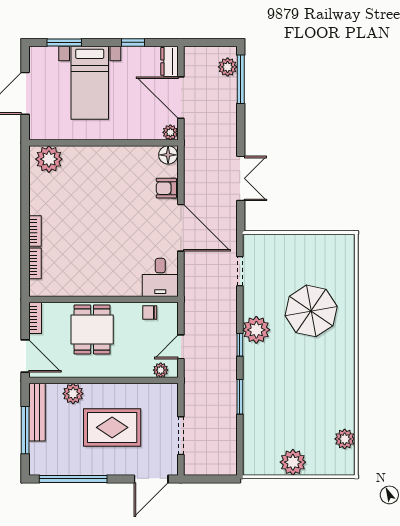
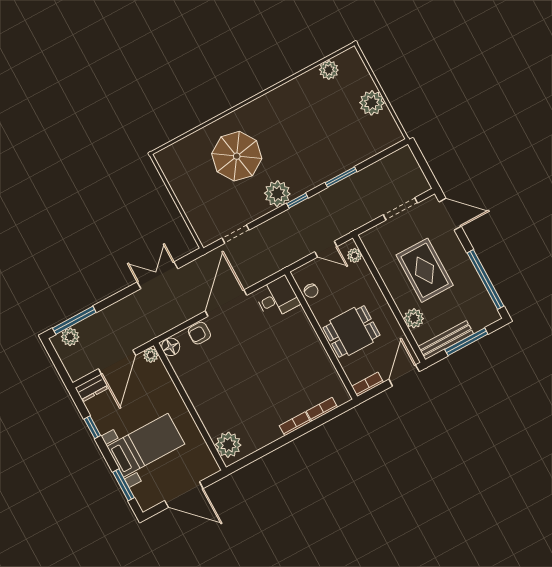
armchair: (166, 188) -> (199, 333), turned 90

